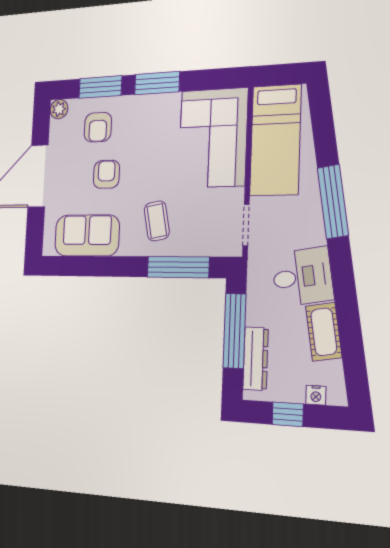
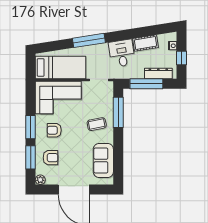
armchair: (106, 174) -> (54, 130), moved

